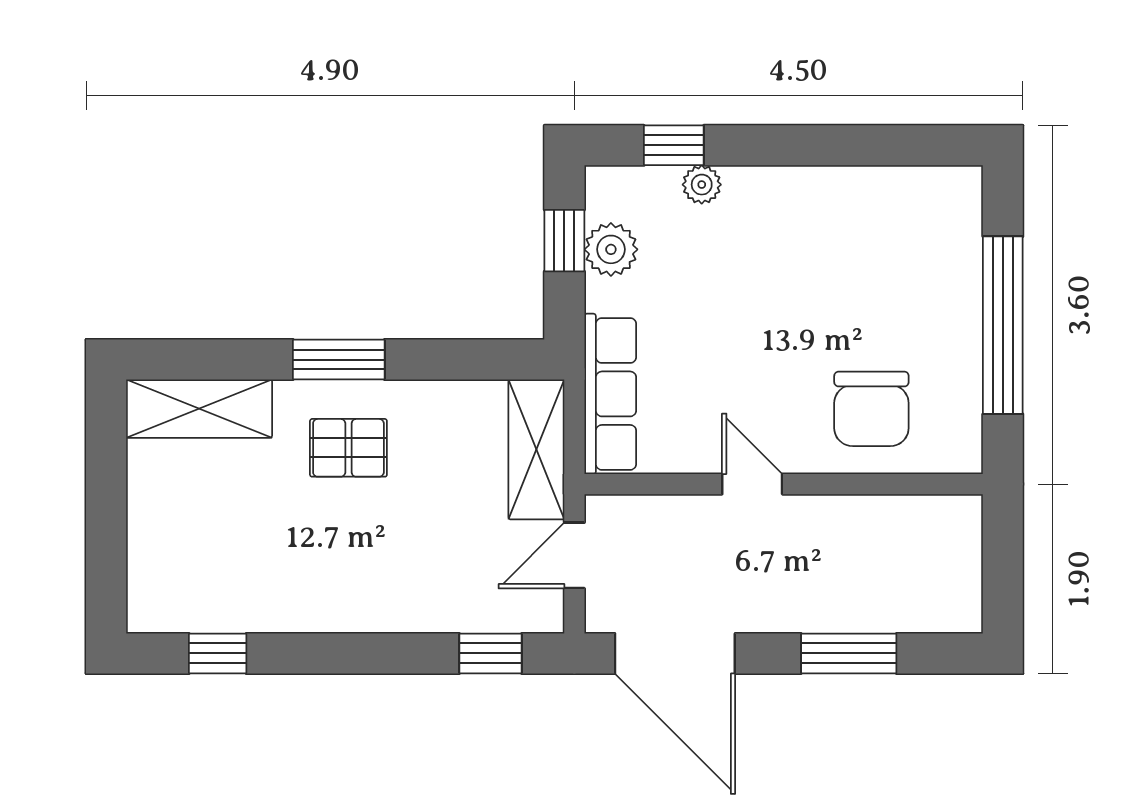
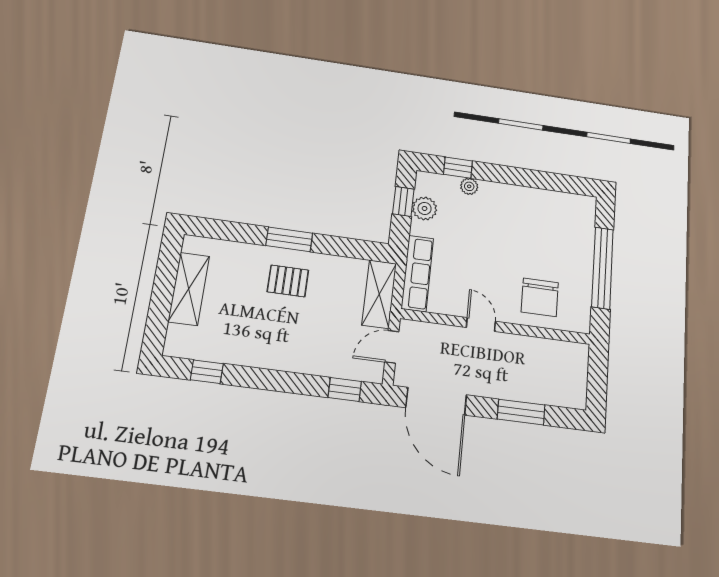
shelving: (199, 409) -> (189, 289), moved, turned 90

